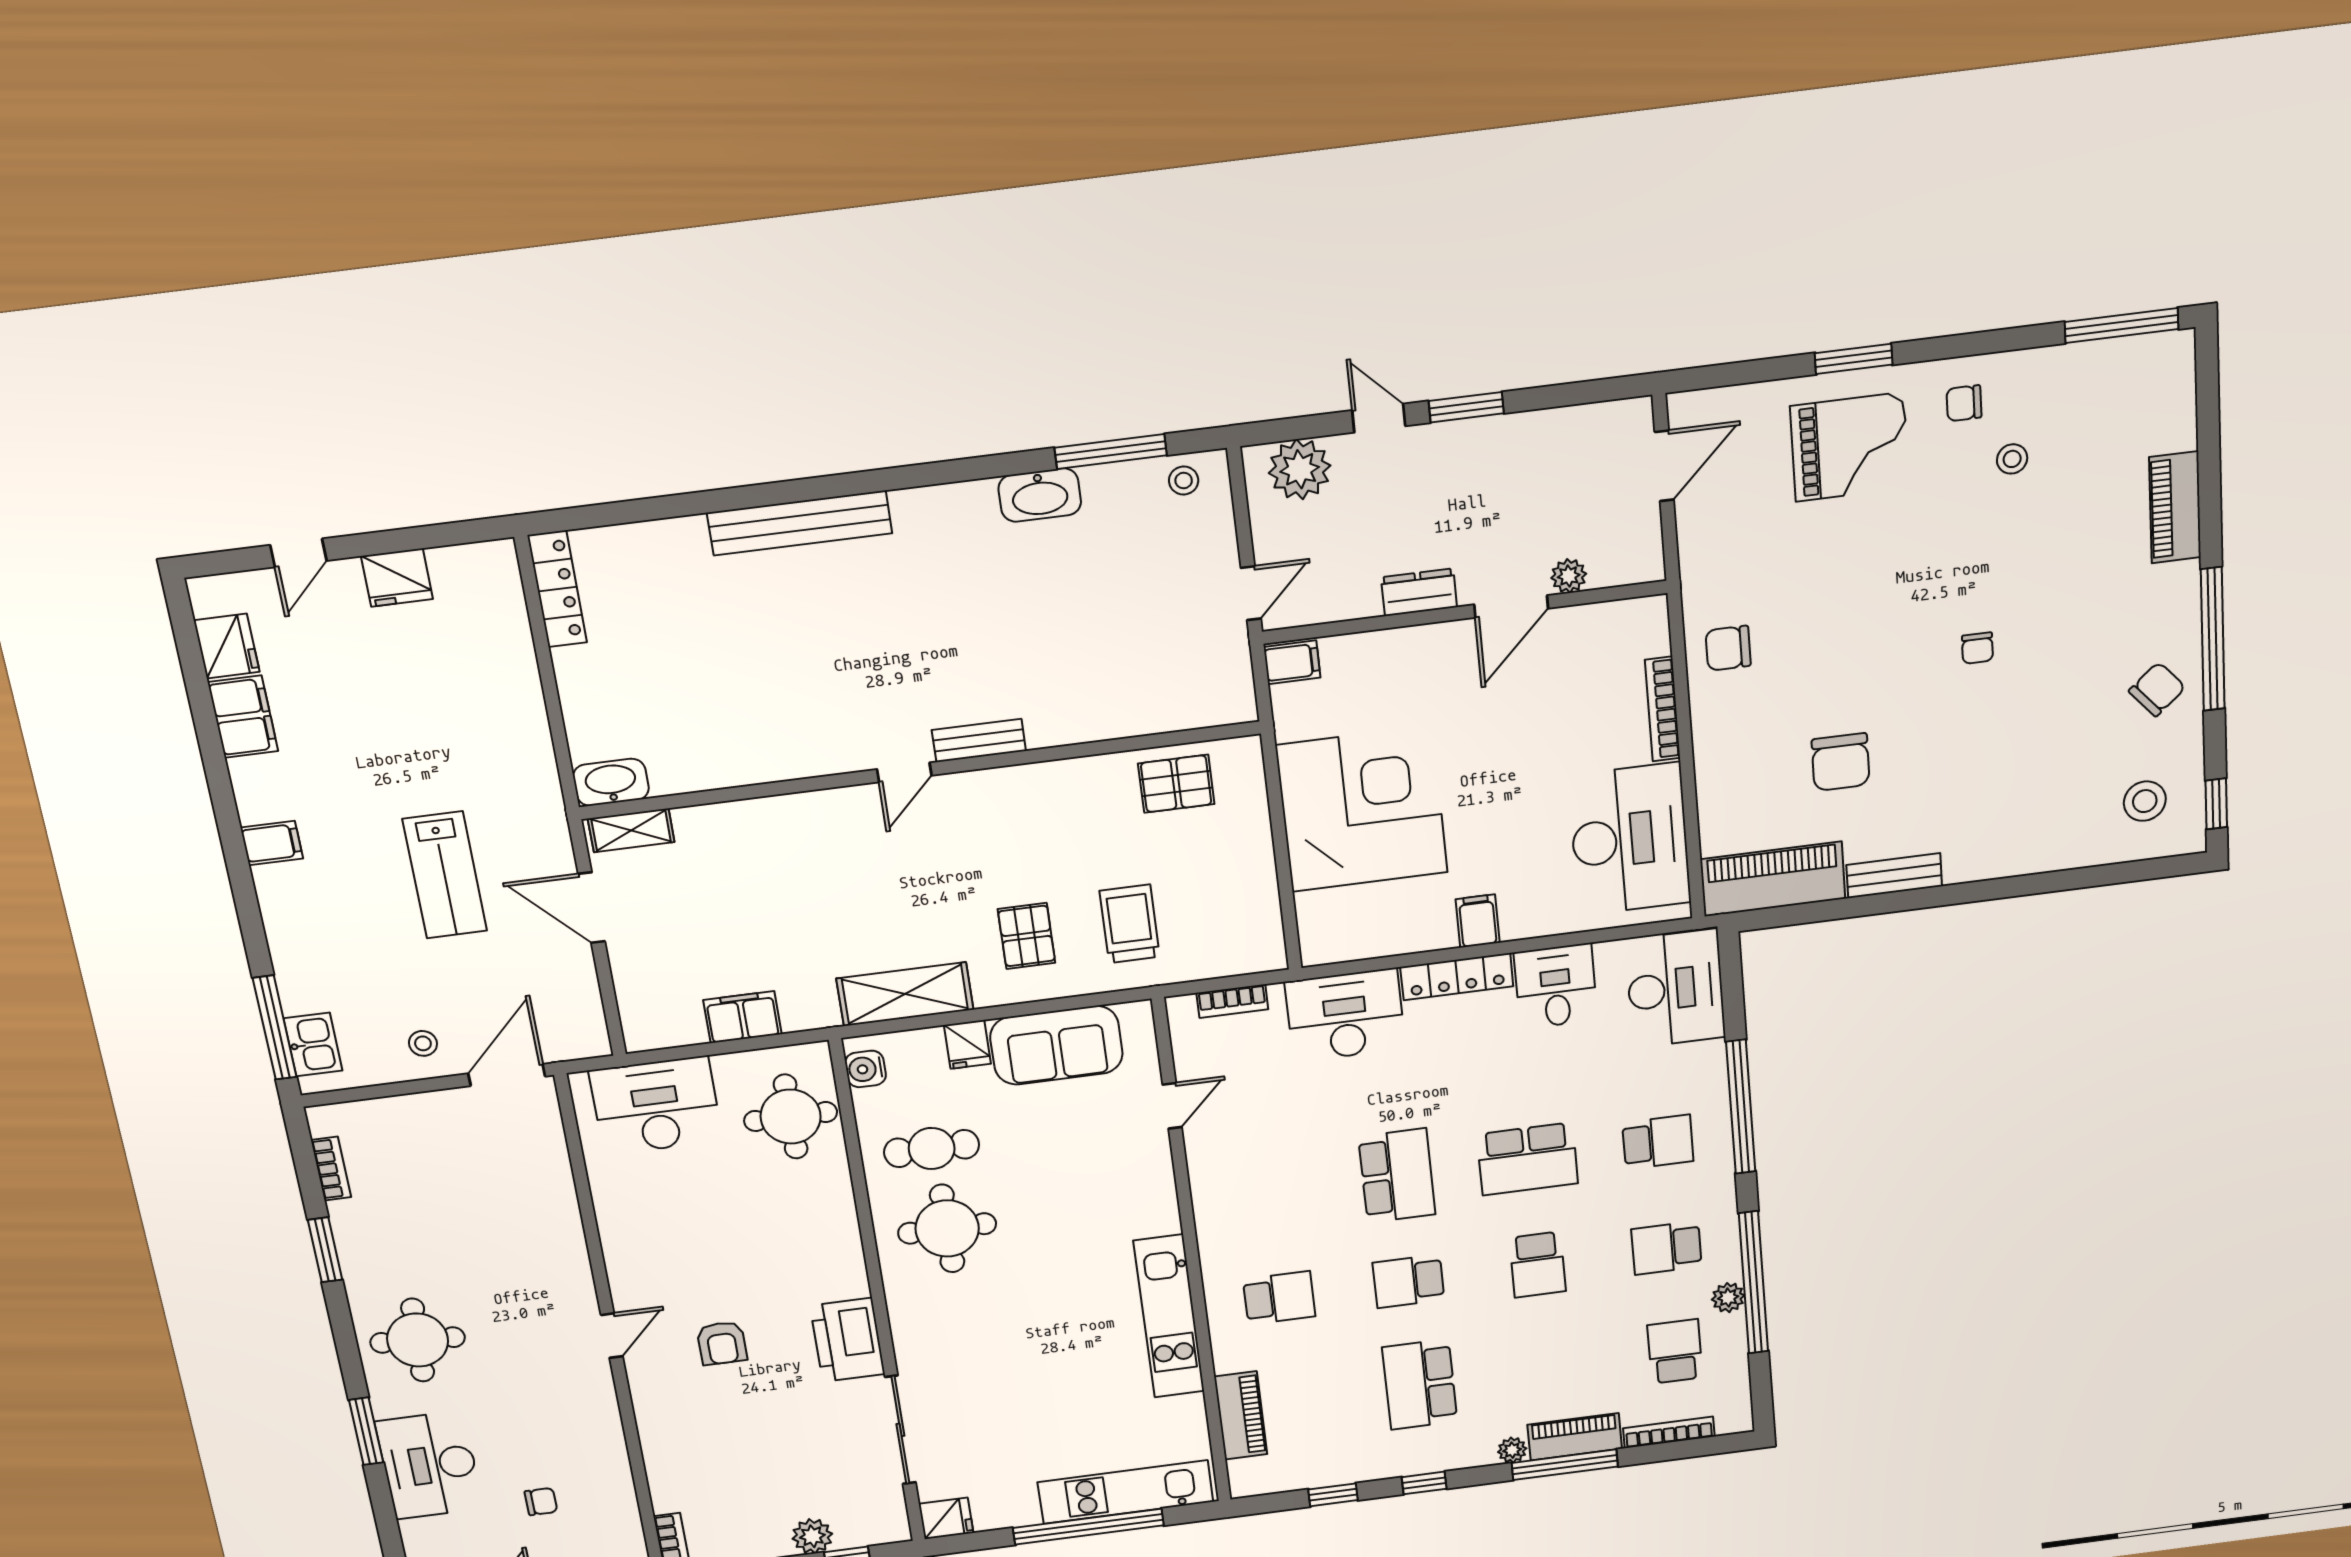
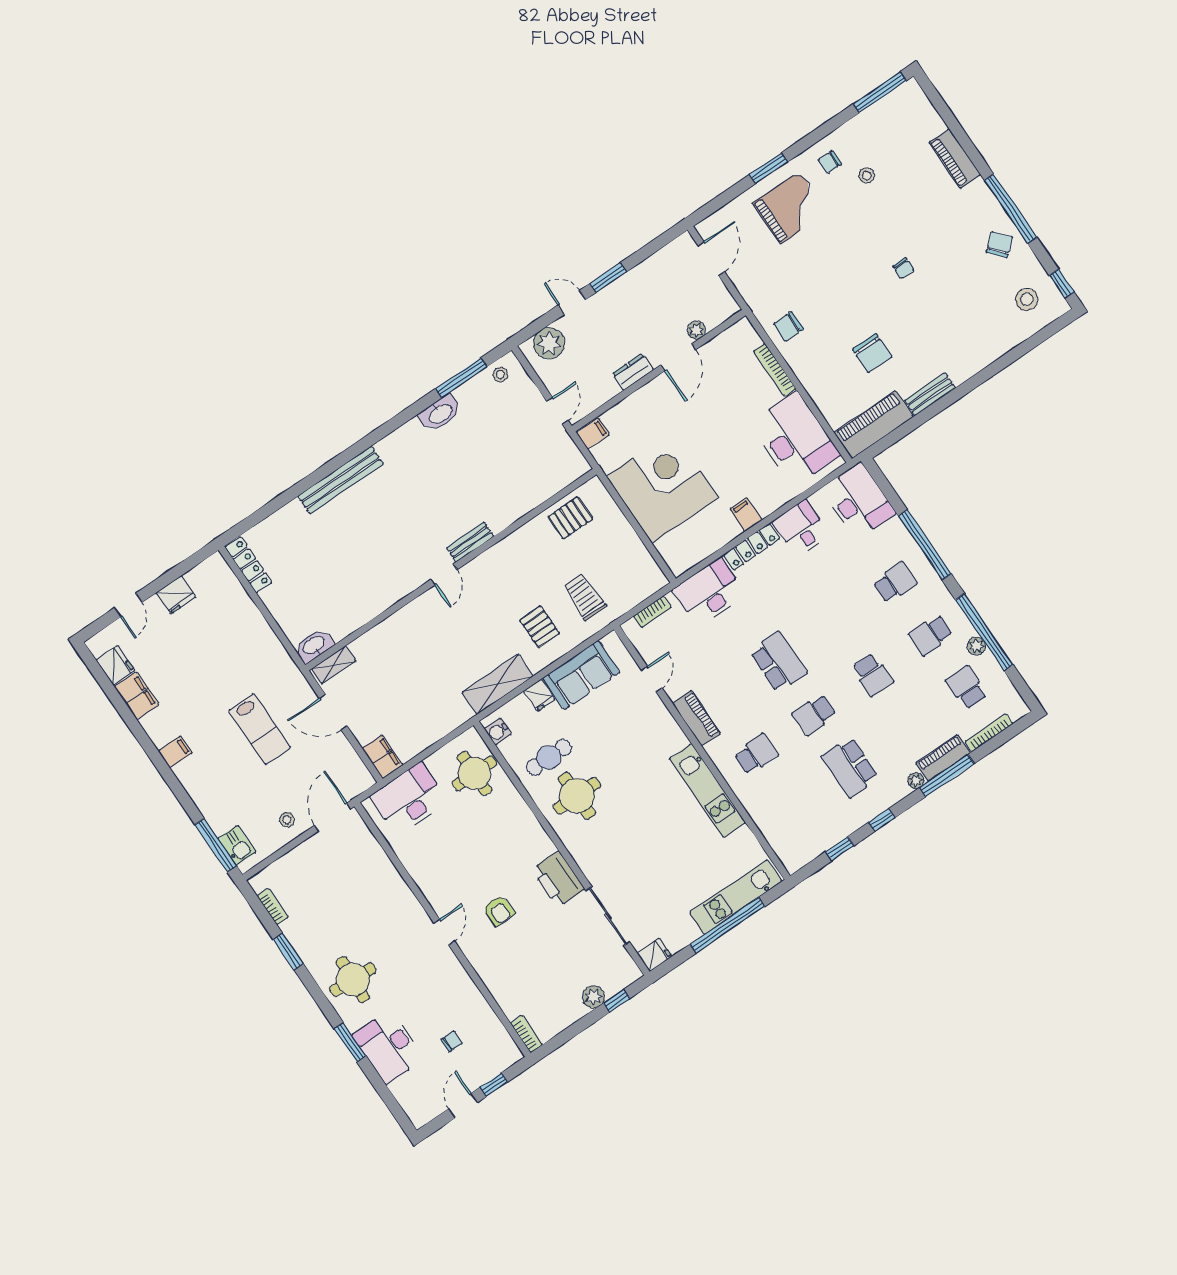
filing cabinet: (742, 1017) -> (382, 757), moved, turned 90
school desk: (1527, 1159) -> (837, 622), removed
piano: (1241, 1415) -> (696, 718), moved

